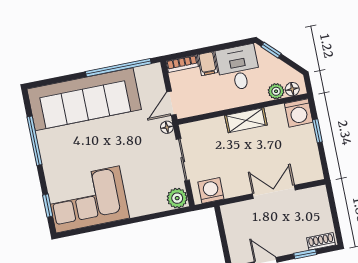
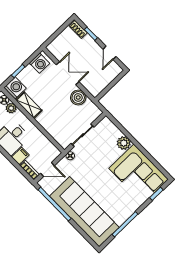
door: (171, 103) -> (48, 169), moved
shelving: (246, 120) -> (29, 105), moved
boiler: (234, 185) -> (78, 97), added
washing machine: (211, 190) -> (39, 63), moved, turned -90
double door: (274, 192) -> (68, 73), swing flipped
plant: (177, 198) -> (124, 143), moved

